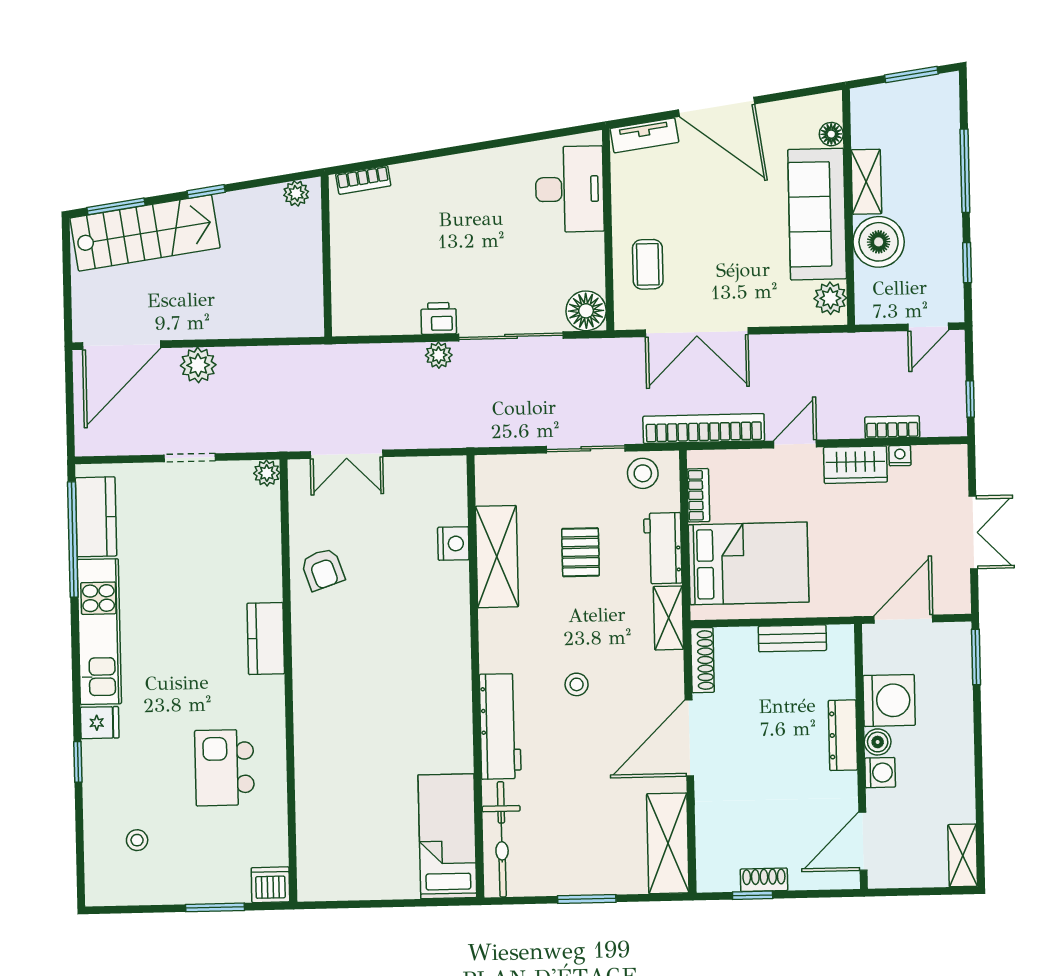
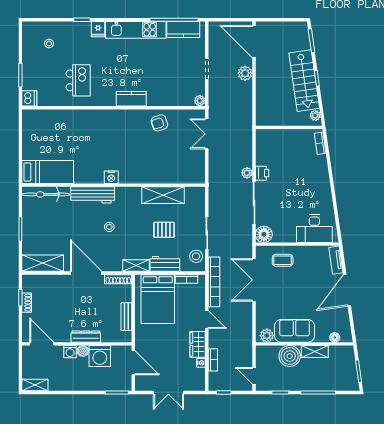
sofa: (817, 214) -> (295, 331), width x0.73
stairs: (145, 233) -> (304, 81), moved
nightstand: (453, 544) -> (111, 177), moved
kitchen island: (225, 768) -> (78, 80), turned 90

